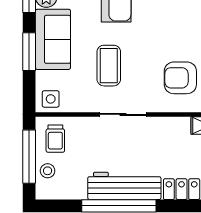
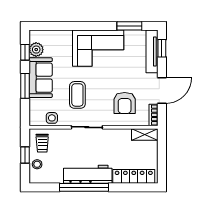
armchair: (180, 78) -> (125, 103), turned -90
side table: (51, 99) -> (52, 118), moved
window: (29, 157) -> (25, 155), width x0.46

